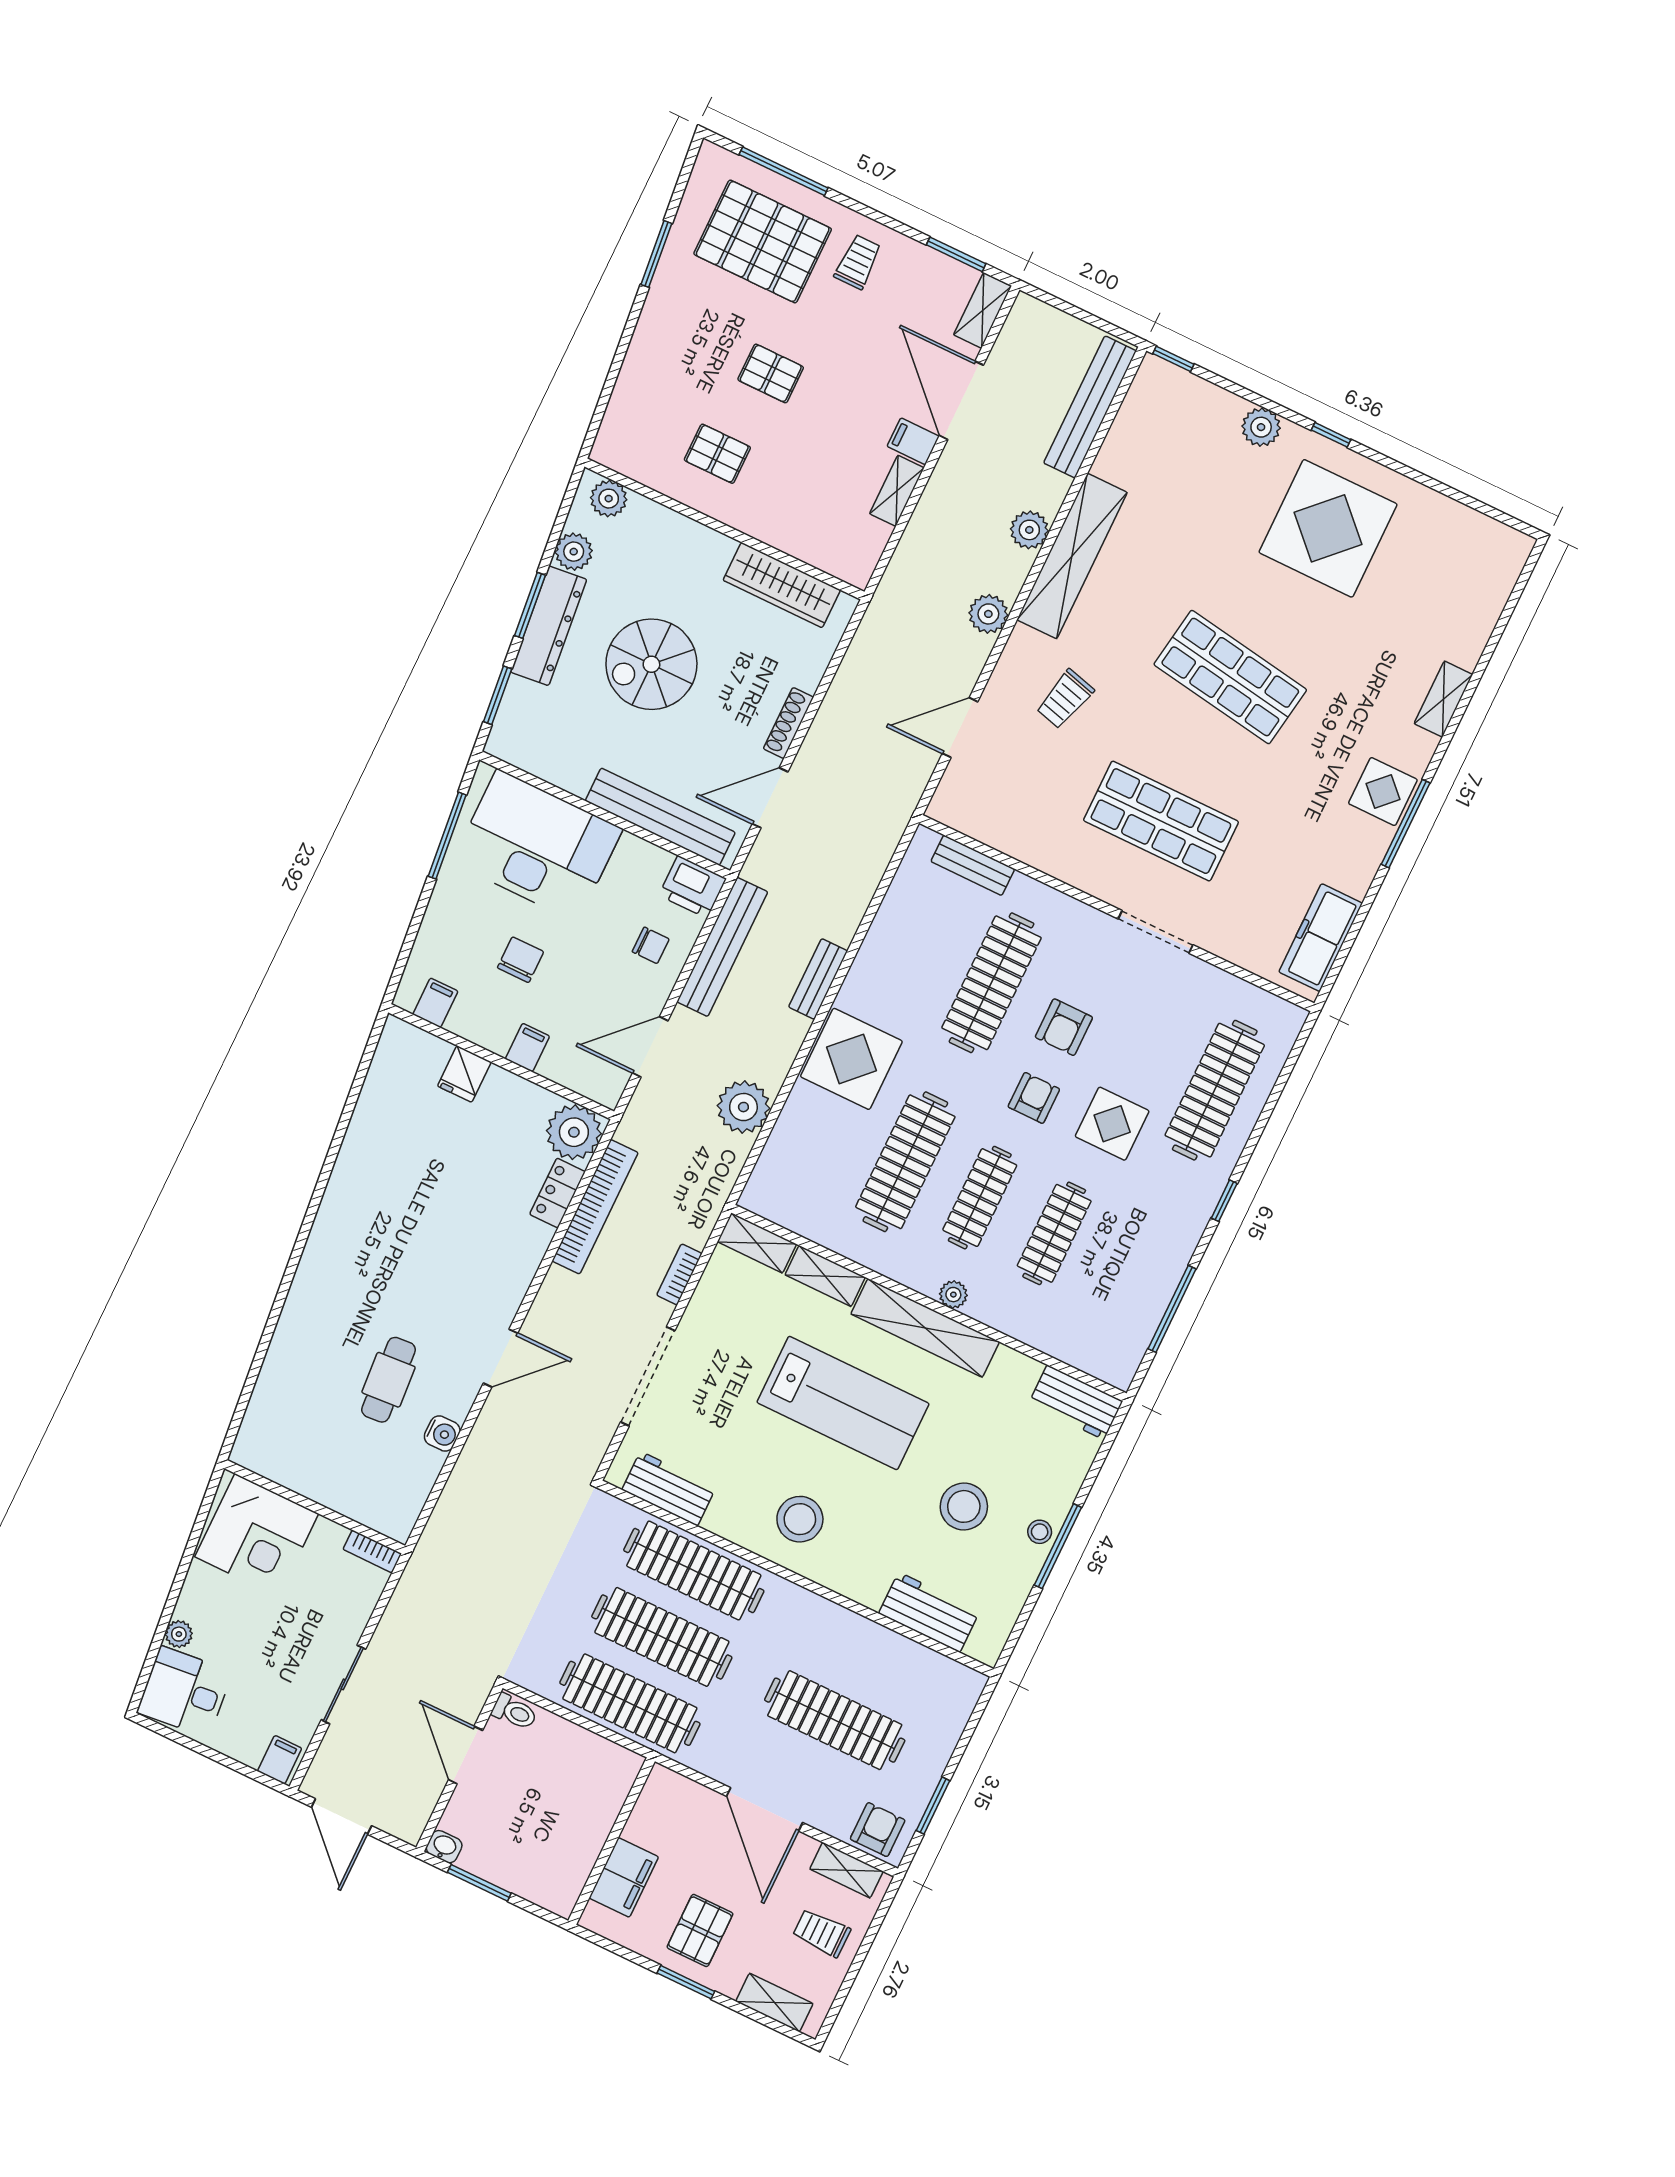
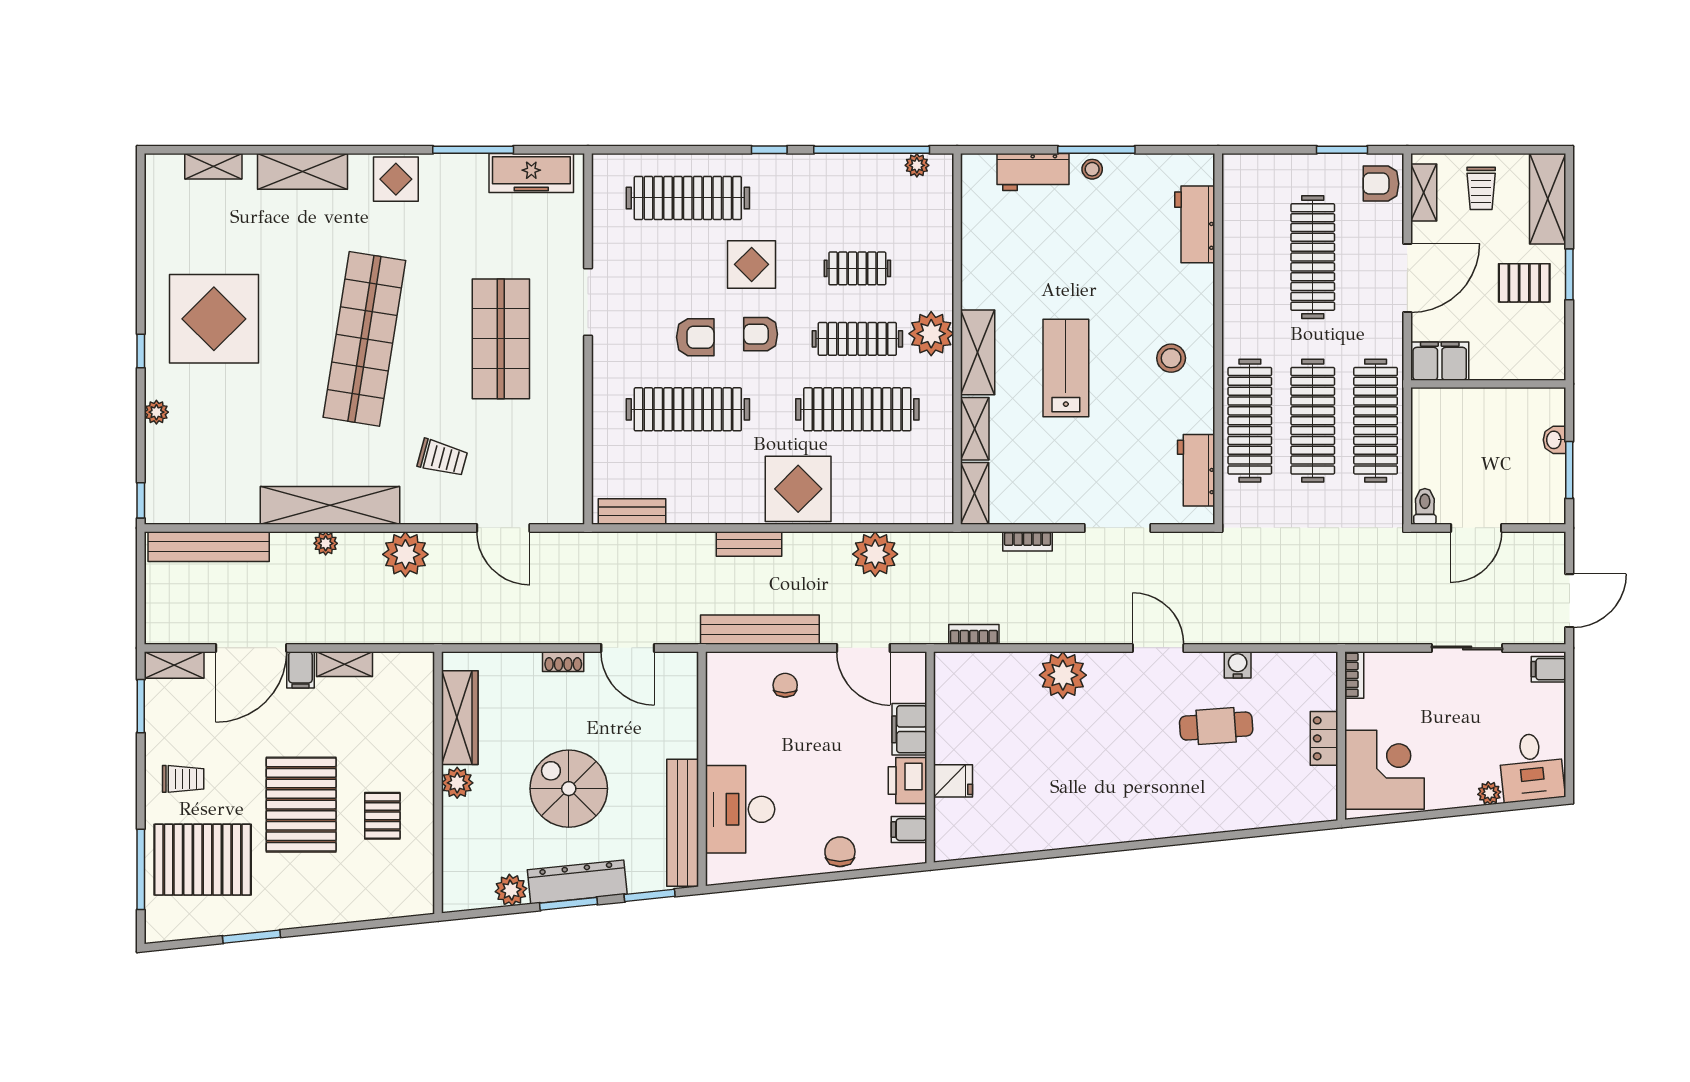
pallet: (763, 241) -> (203, 860), turned 90
trolley: (858, 262) -> (183, 779), turned 180
pallet: (771, 373) -> (301, 805), width x2.05, depth x2.00
plant: (1261, 427) -> (156, 412), width x0.73, depth x0.73
plant: (609, 499) -> (457, 783), moved
plant: (1029, 530) -> (326, 543), width x0.73, depth x0.73
shelving: (1489, 605) -> (213, 166), added
plant: (988, 614) -> (405, 554), width x1.36, depth x1.36
spiral stairs: (651, 664) -> (569, 789), turned 180
shop shelf: (1230, 677) -> (364, 339), width x1.40
shelving: (1443, 699) -> (302, 171), width x1.50, depth x1.33
shoe rack: (788, 723) -> (563, 662), width x0.70
bench: (660, 817) -> (683, 823), moved
window: (1406, 824) -> (473, 150), moved
window: (447, 836) -> (776, 882), removed
desk: (537, 846) -> (740, 809), width x0.73, depth x0.77
bench: (973, 865) -> (632, 512), moved, turned 90
printer: (693, 887) -> (907, 781), moved, turned 180
chair: (520, 960) -> (840, 852), moved, turned 90
filing cabinet: (527, 1048) -> (909, 729), width x2.00
plant: (574, 1132) -> (1063, 675), moved
locker: (558, 1193) -> (1324, 738), moved, turned 90
bookcase: (595, 1207) -> (974, 634), width x0.43, depth x0.76
clothes rail: (1054, 1233) -> (857, 268), width x0.73
plant: (953, 1295) -> (931, 334), width x1.87, depth x1.87
window: (1172, 1309) -> (872, 150), width x1.46
shelving: (925, 1328) -> (978, 352), width x0.68
plant: (1133, 1349) -> (917, 165), added
doorway: (648, 1376) -> (1118, 528), width x0.73
workbench: (1076, 1402) -> (1033, 172), moved, turned 90
lab bench: (843, 1403) -> (1066, 368), width x0.73, depth x0.72
stool: (964, 1506) -> (1101, 237), removed
stool: (800, 1519) -> (1171, 358), width x0.73, depth x0.73
washbasin: (444, 1847) -> (1555, 440), moved
filing cabinet: (624, 1877) -> (1440, 361), moved
shelving: (774, 2003) -> (1548, 199), width x1.50, depth x1.33

